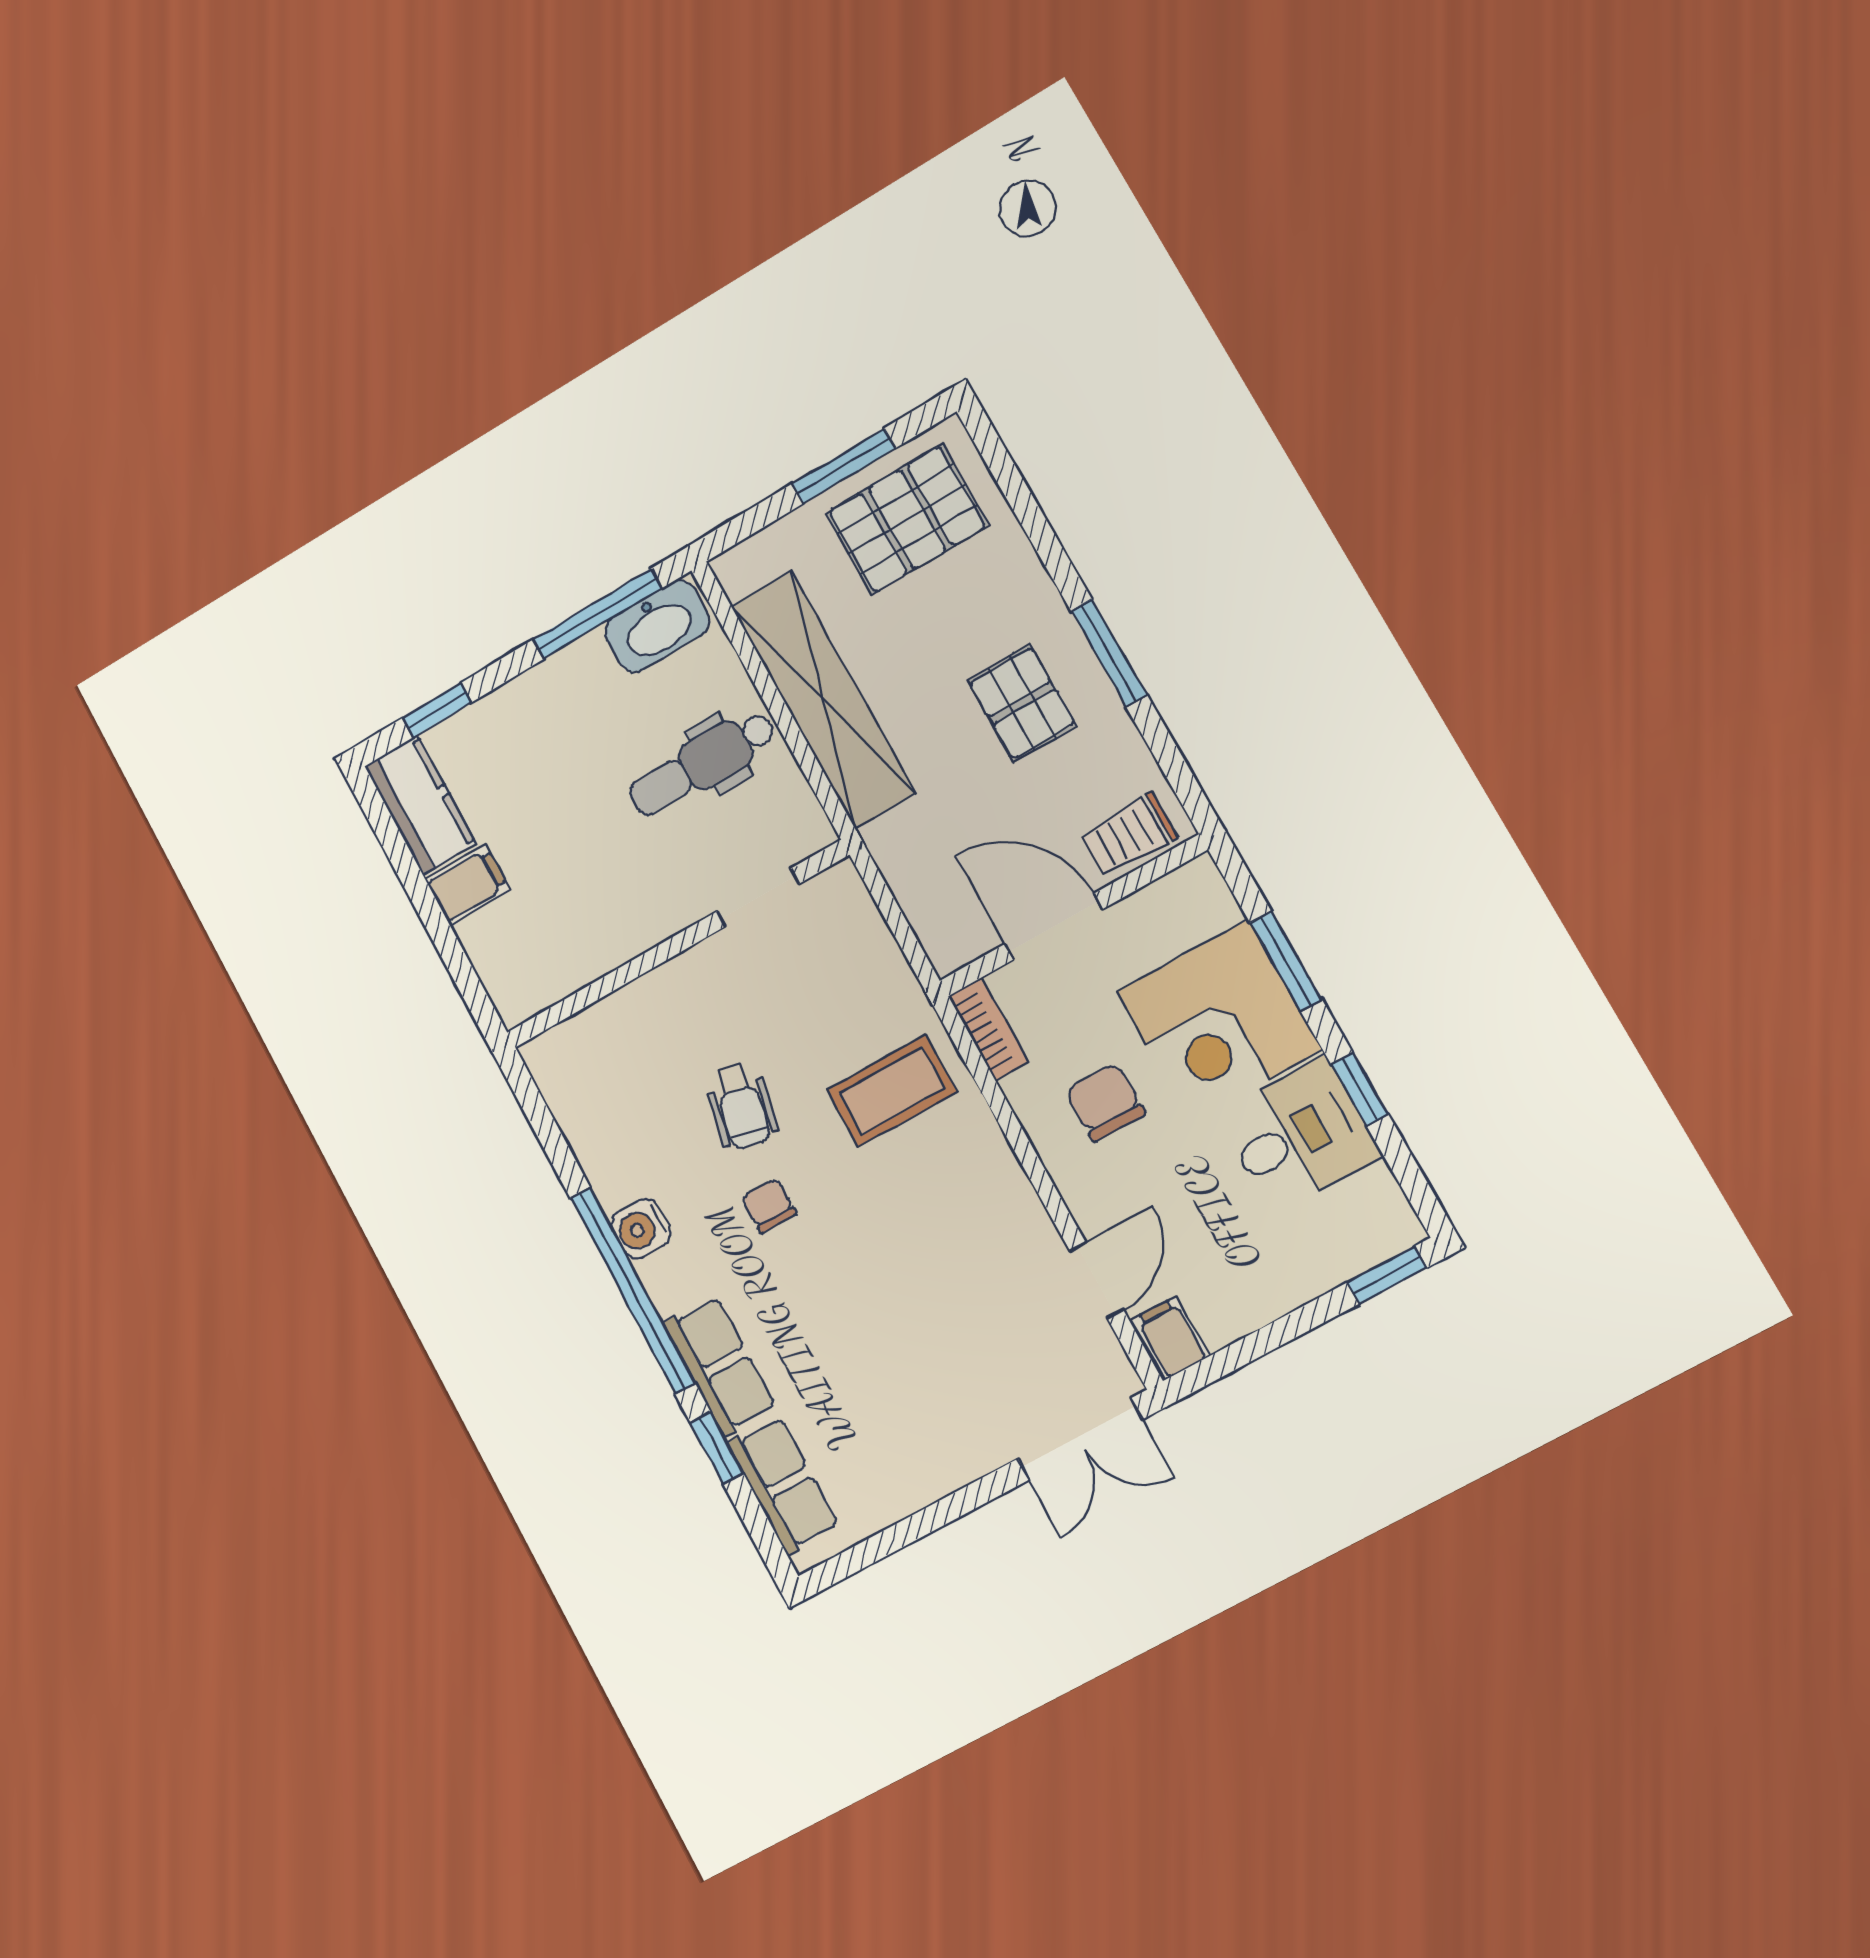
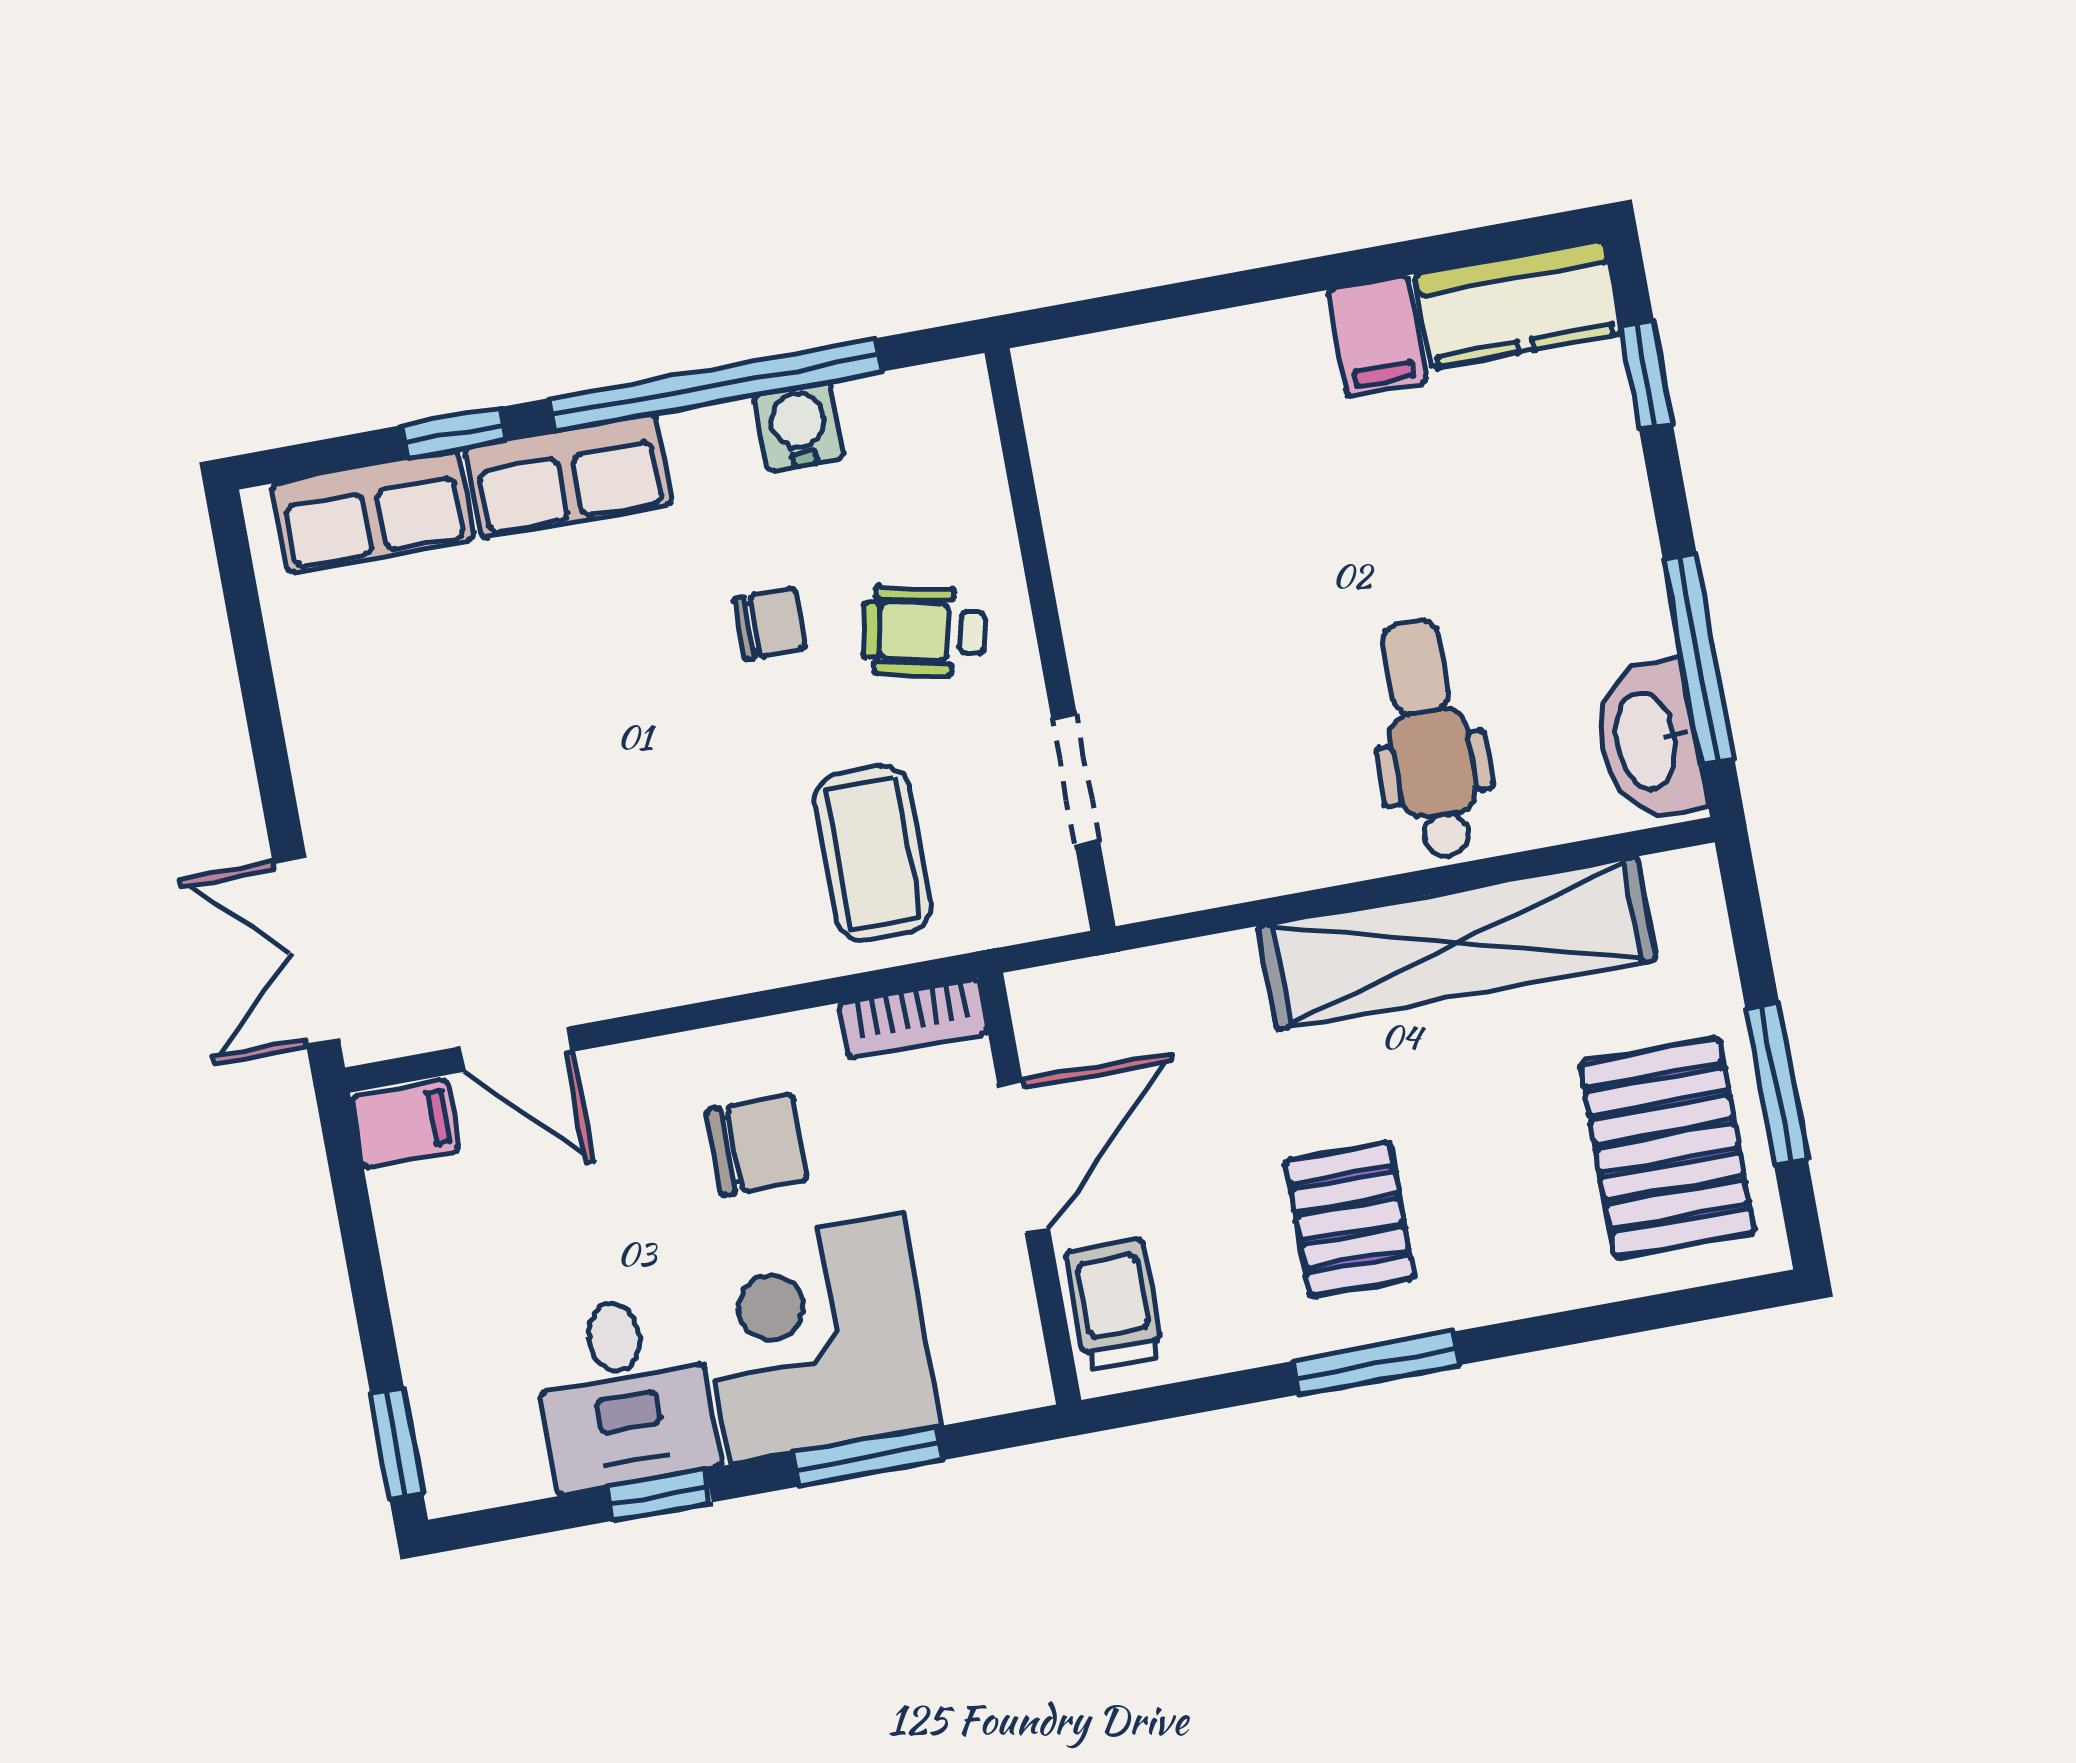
pallet: (1022, 703) -> (1350, 1220), turned 90
doorway: (758, 898) -> (1076, 779), moved
wall: (677, 945) -> (1050, 640), moved

